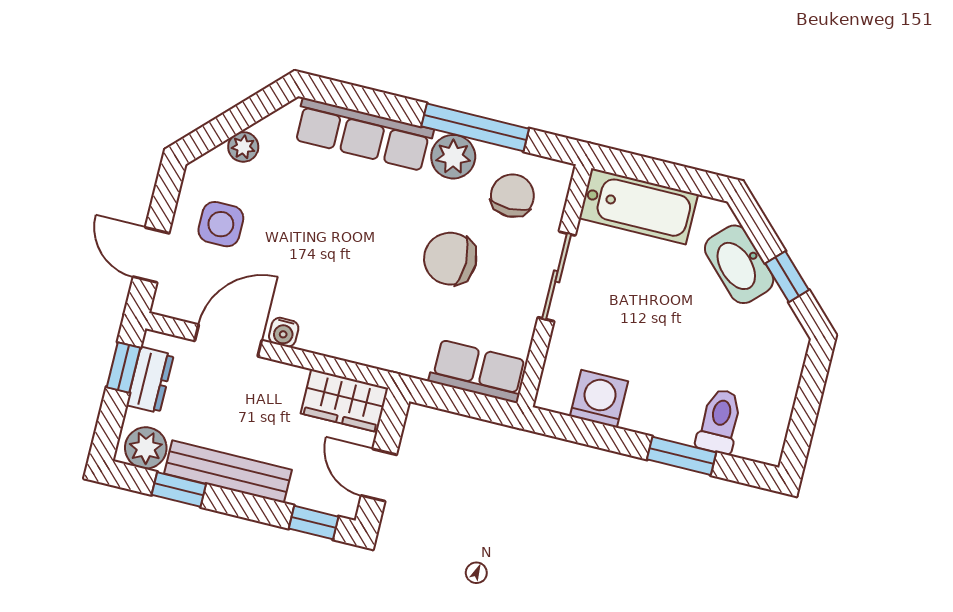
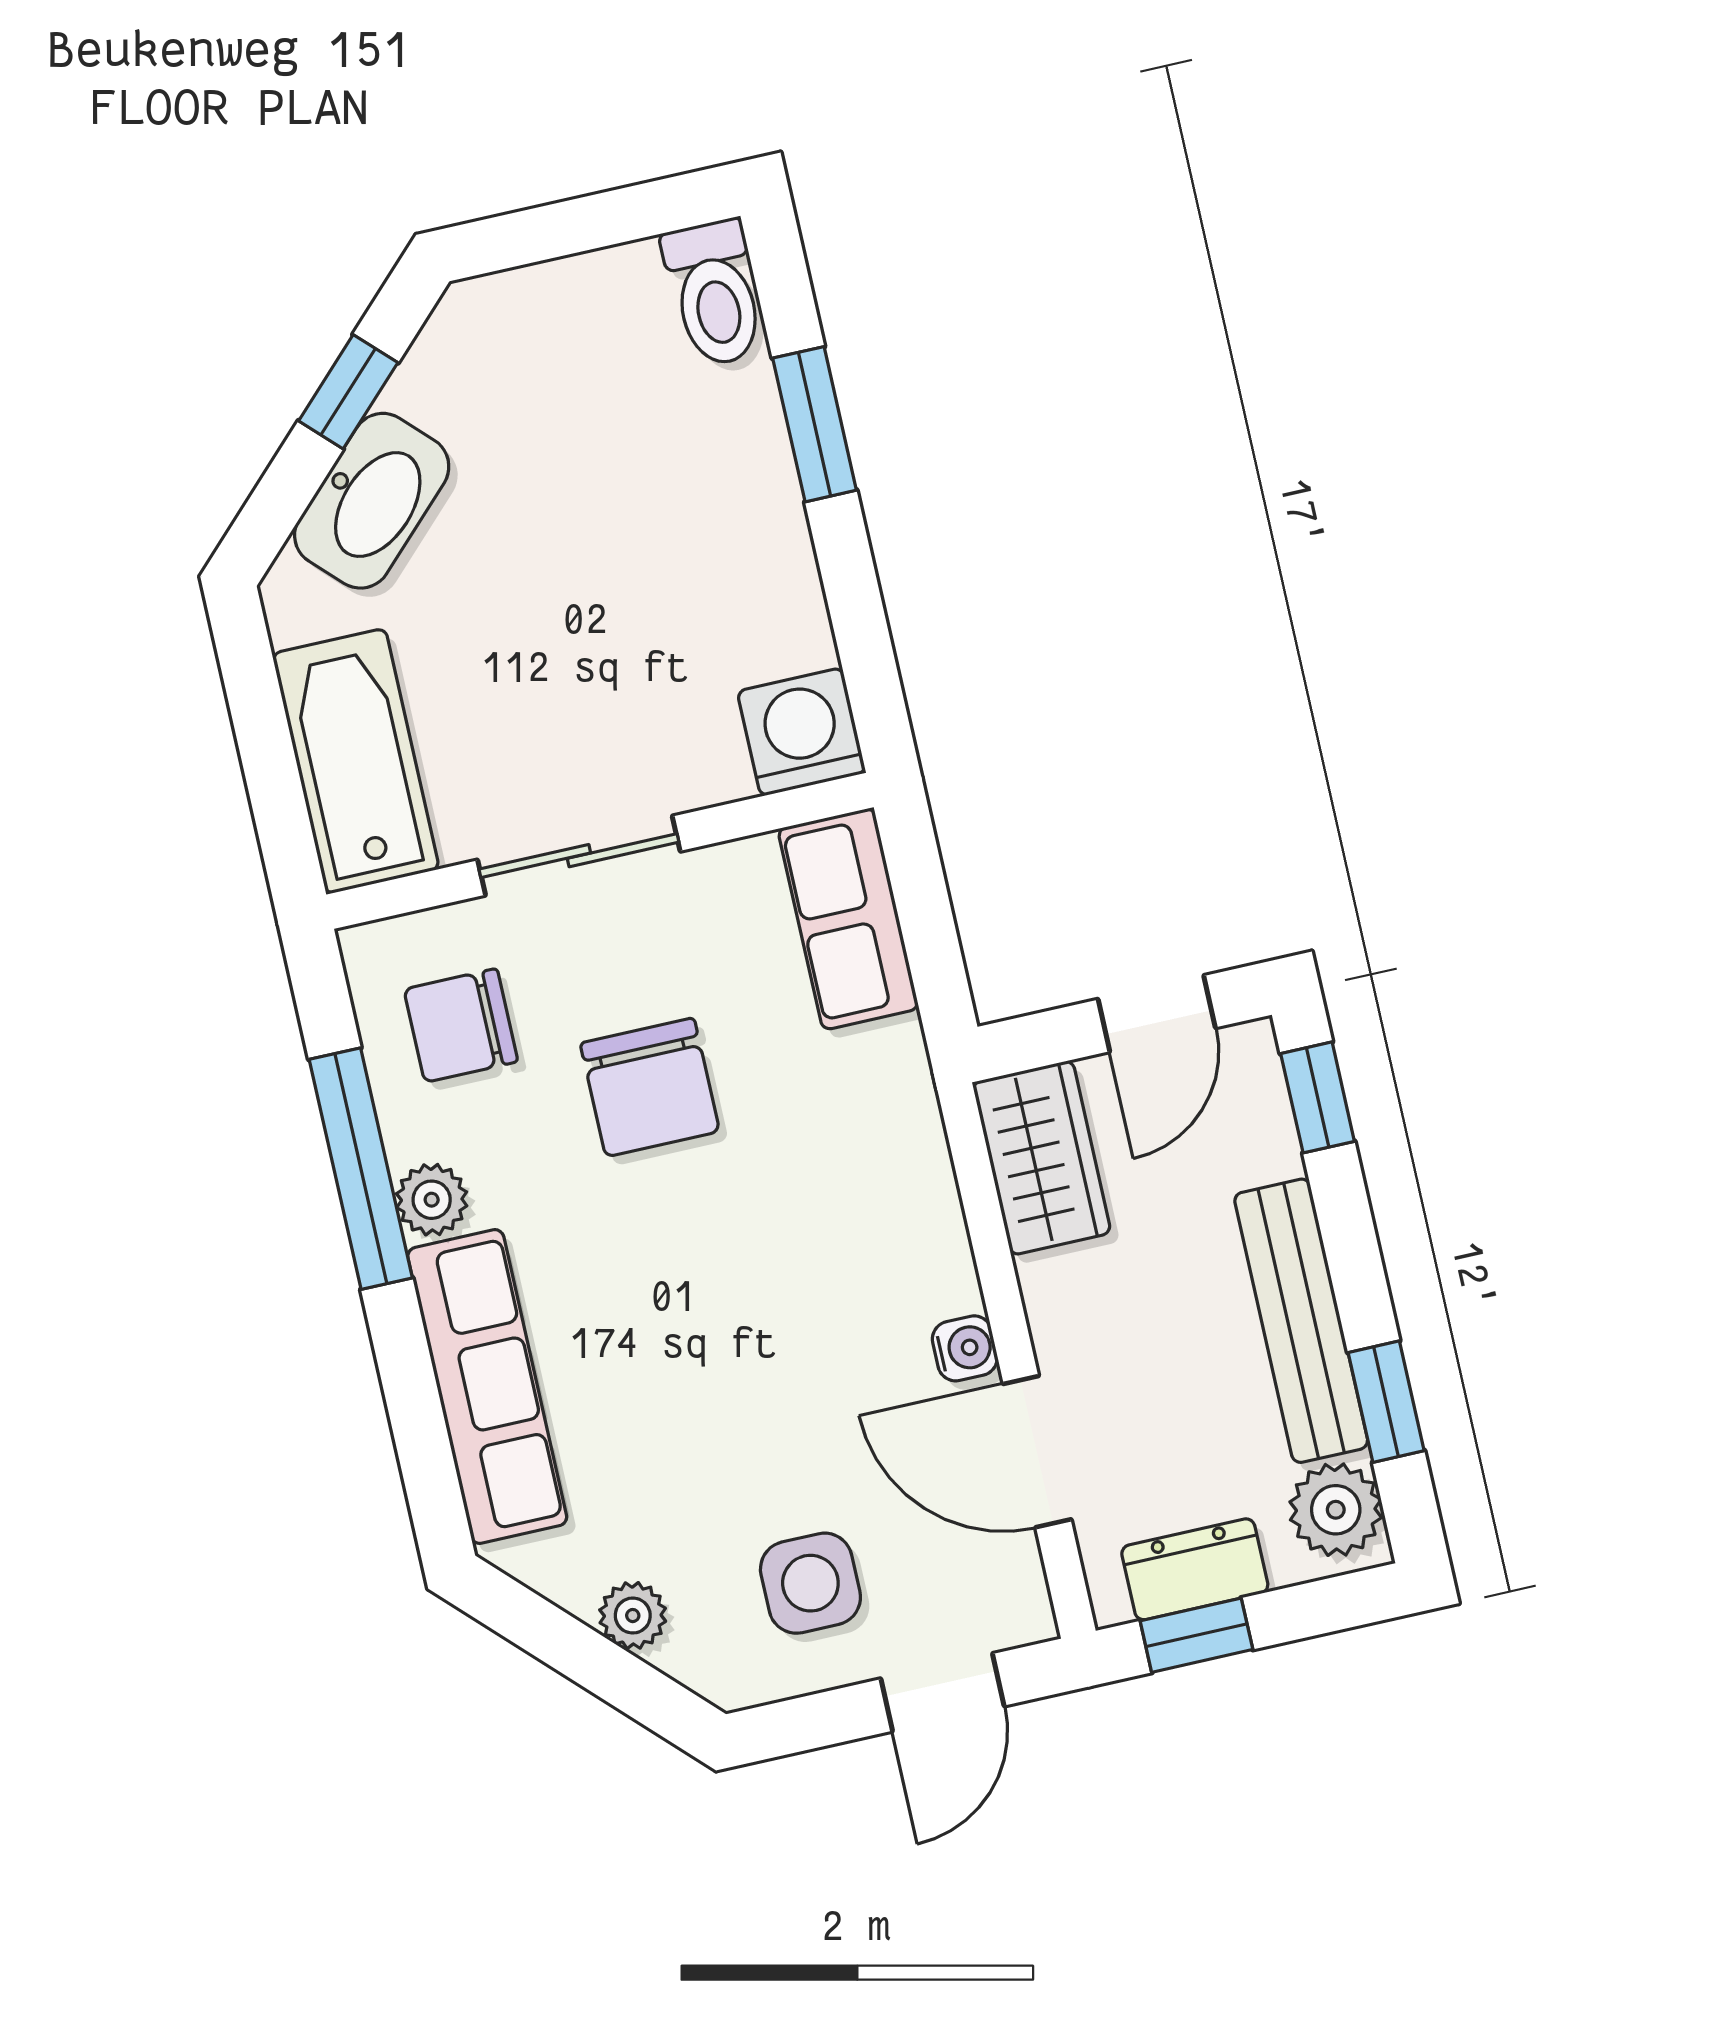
plant: (453, 157) -> (432, 1200), width x0.73, depth x0.73
washing machine: (599, 399) -> (801, 732), moved, turned 90
toilet: (720, 421) -> (715, 293), moved, turned -90

